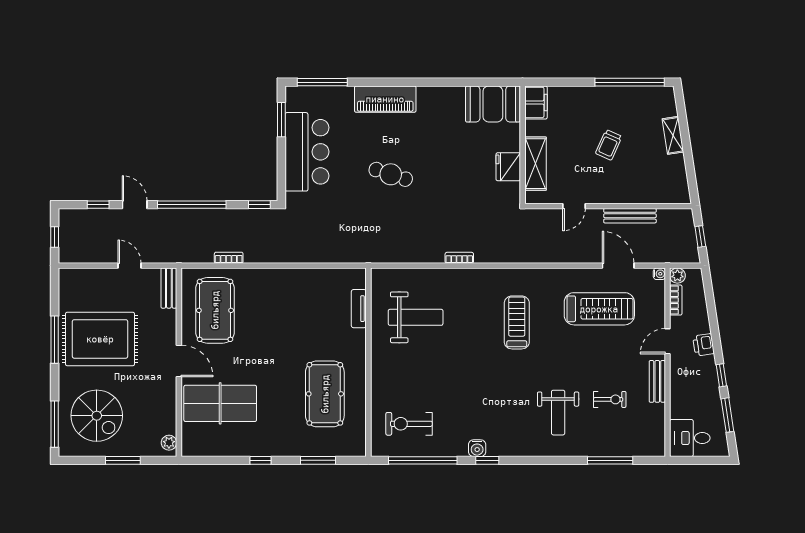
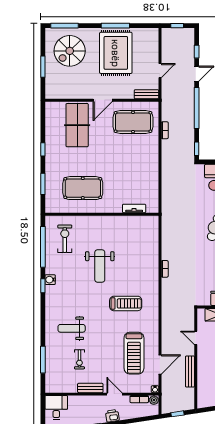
weight bench: (416, 317) -> (100, 266), moved
plant: (169, 443) -> (53, 94), removed

